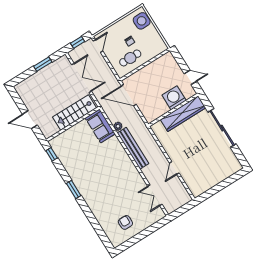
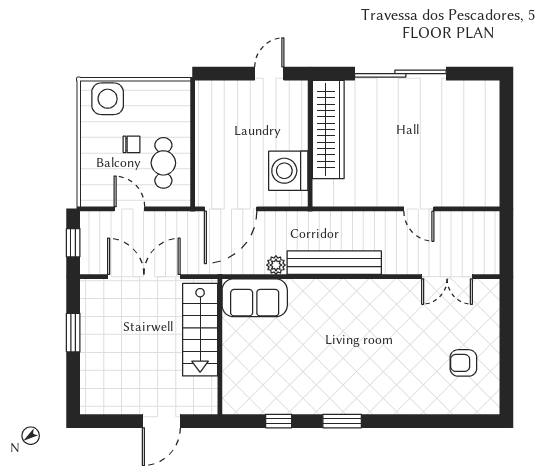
door: (98, 46) -> (129, 209), moved
washing machine: (174, 98) -> (288, 171), moved
window: (52, 154) -> (279, 421), moved

